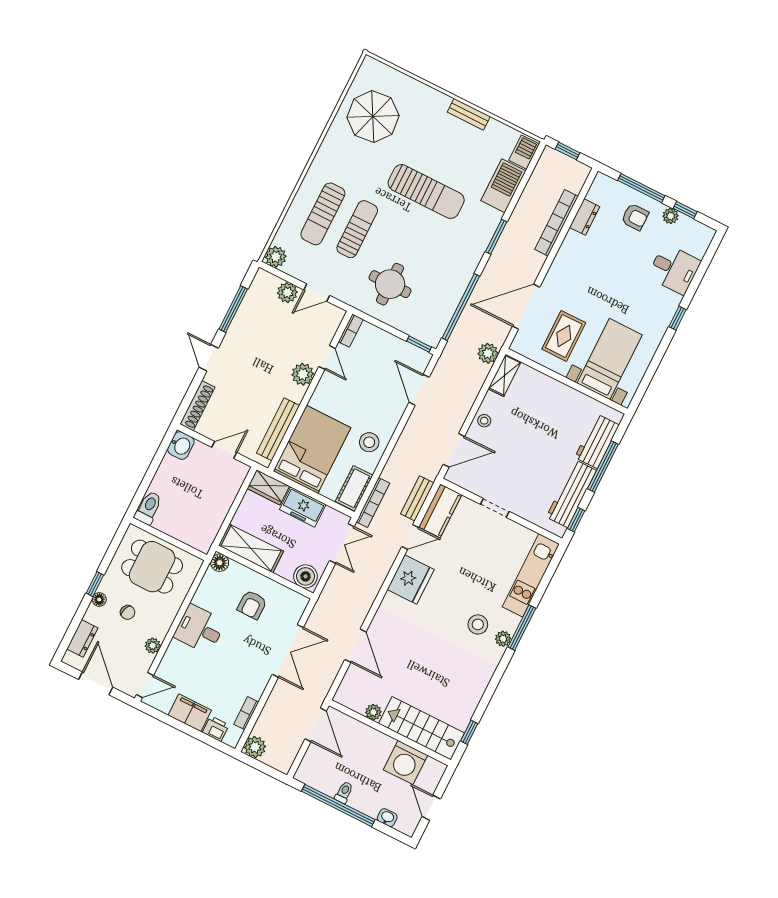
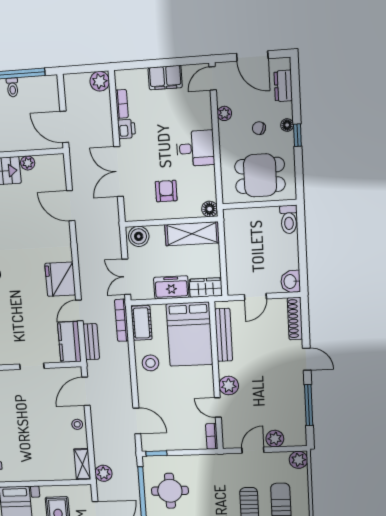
round table: (390, 284) -> (170, 491), moved
printer: (216, 729) -> (126, 129), moved, turned -90

